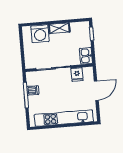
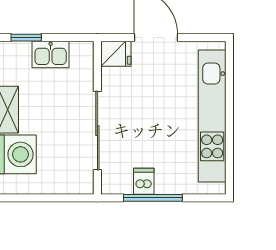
kitchen sink: (86, 56) -> (51, 54), moved
fridge: (77, 74) -> (116, 54), moved

